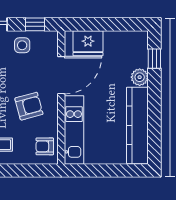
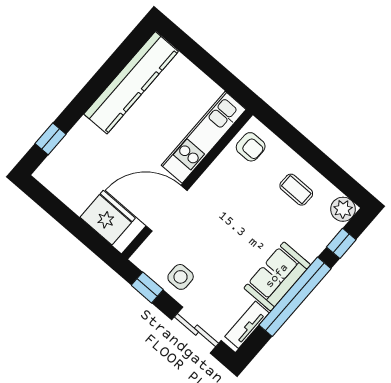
plant: (140, 77) -> (84, 133), removed
armchair: (29, 106) -> (230, 205), removed

